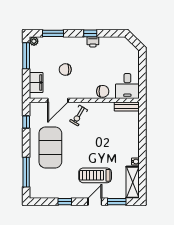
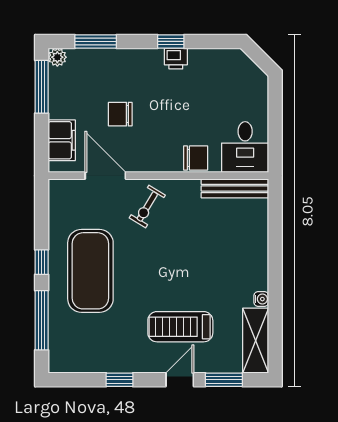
door: (58, 100) -> (105, 176), swing flipped
bench: (127, 106) -> (235, 188), width x1.36
window: (26, 122) -> (42, 262), moved

